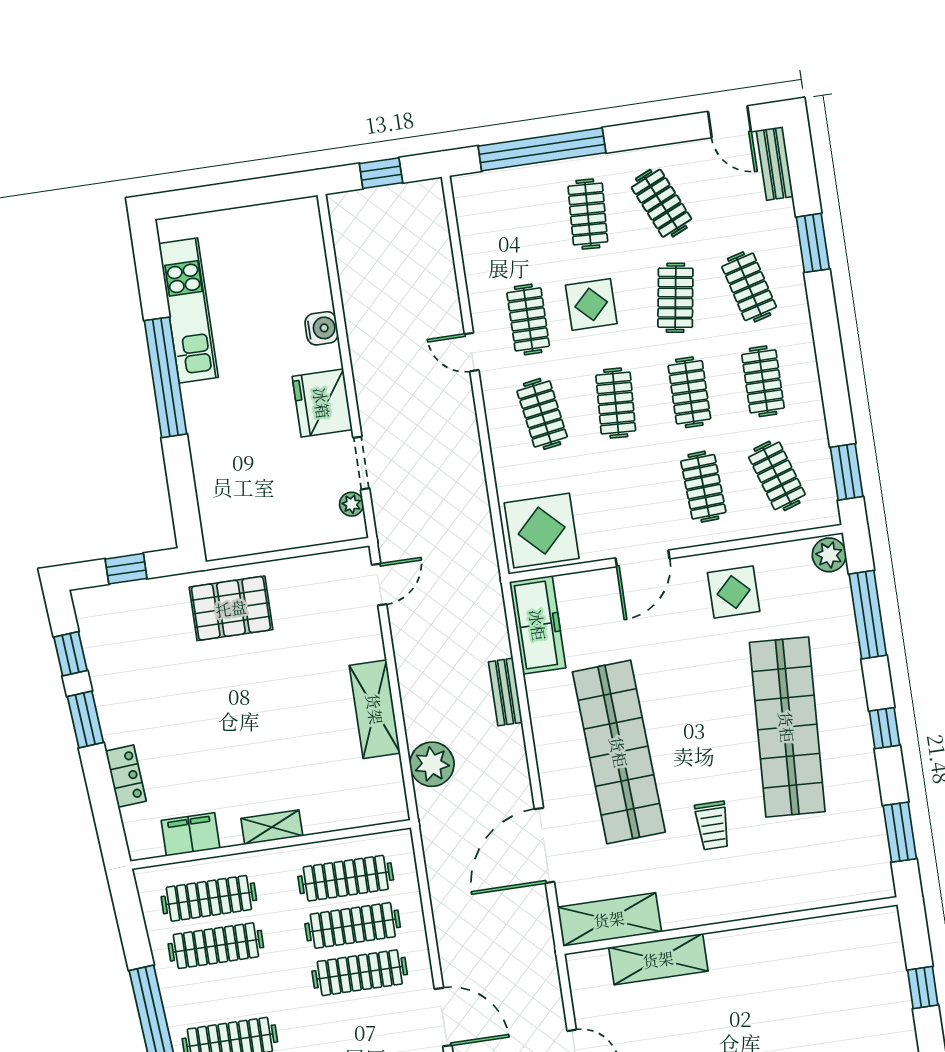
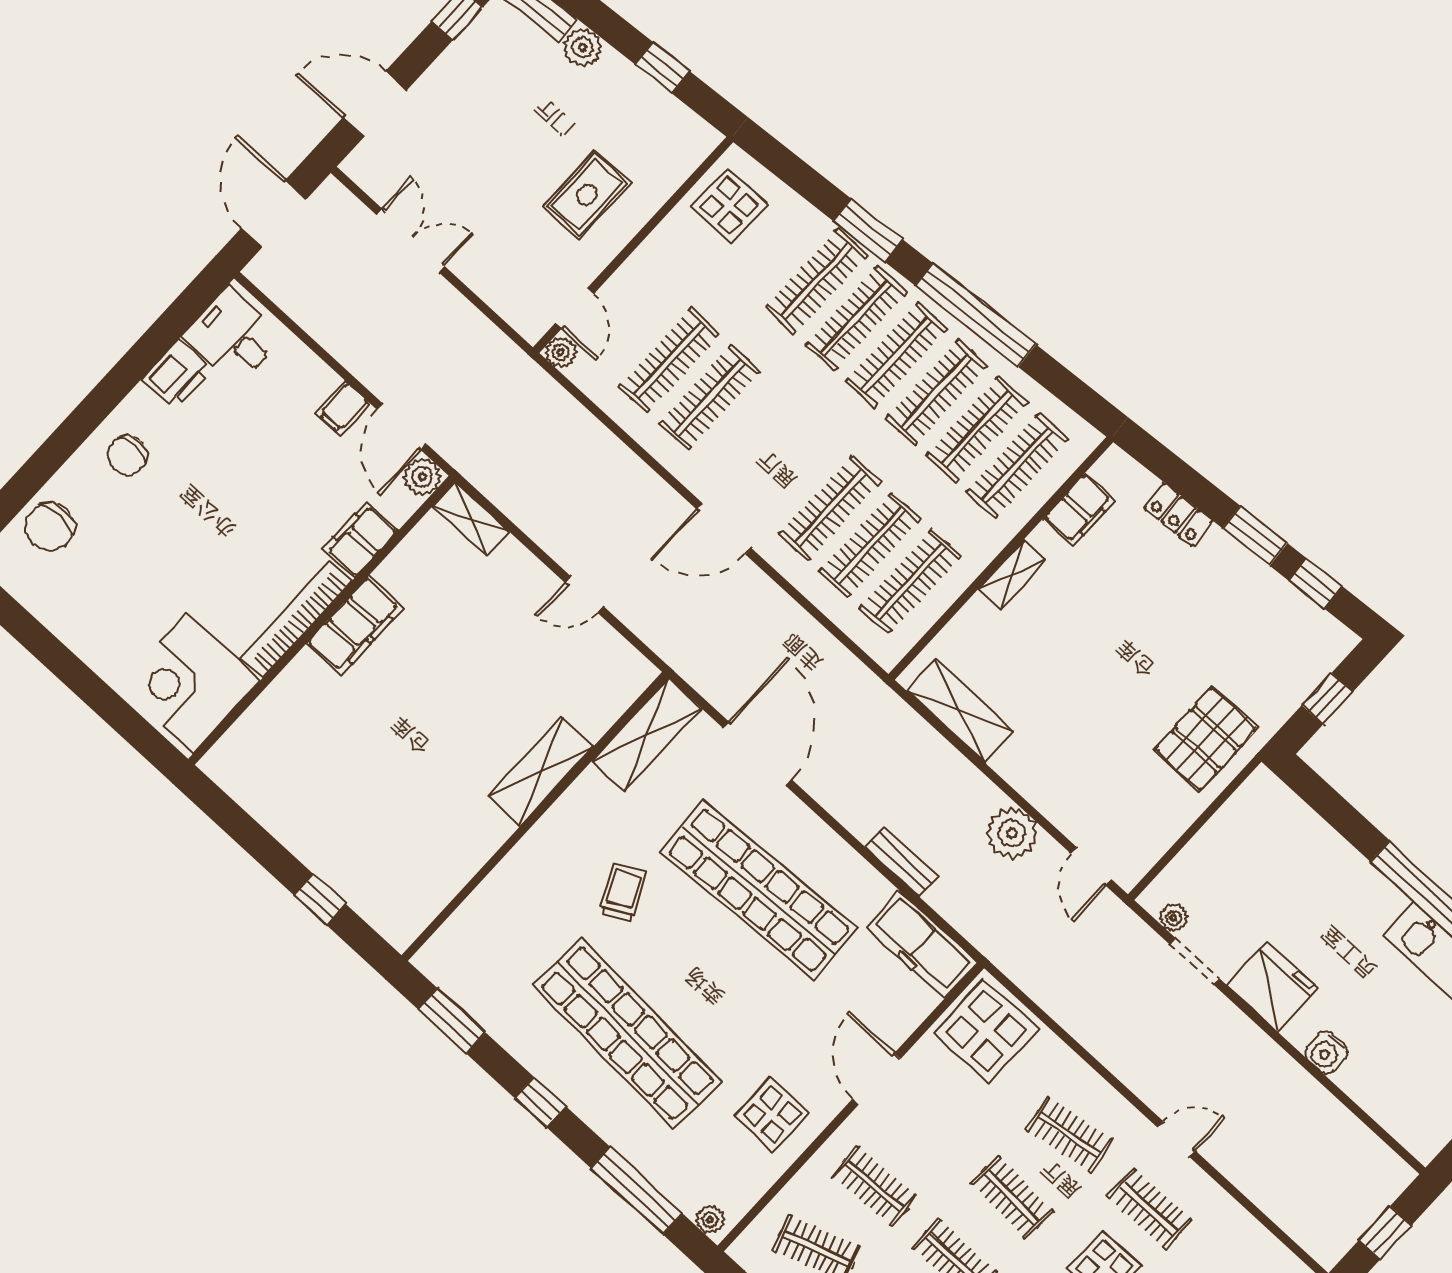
plant: (829, 555) -> (710, 1220), width x0.73, depth x0.73
shelving: (375, 709) -> (960, 711), moved
plant: (432, 764) -> (1012, 833), moved
trolley: (712, 825) -> (623, 892), turned 63
shelving: (658, 959) -> (541, 771), moved
clothes rail: (223, 993) -> (937, 392), added

